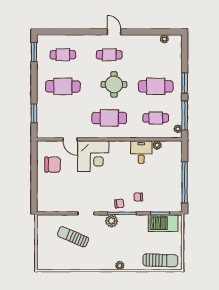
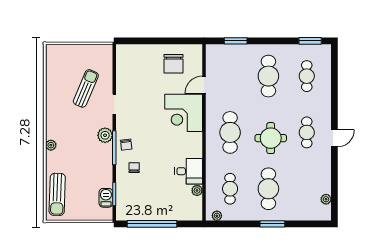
window: (185, 115) -> (233, 224), removed
barbecue: (163, 223) -> (106, 198), width x0.53, depth x0.65

